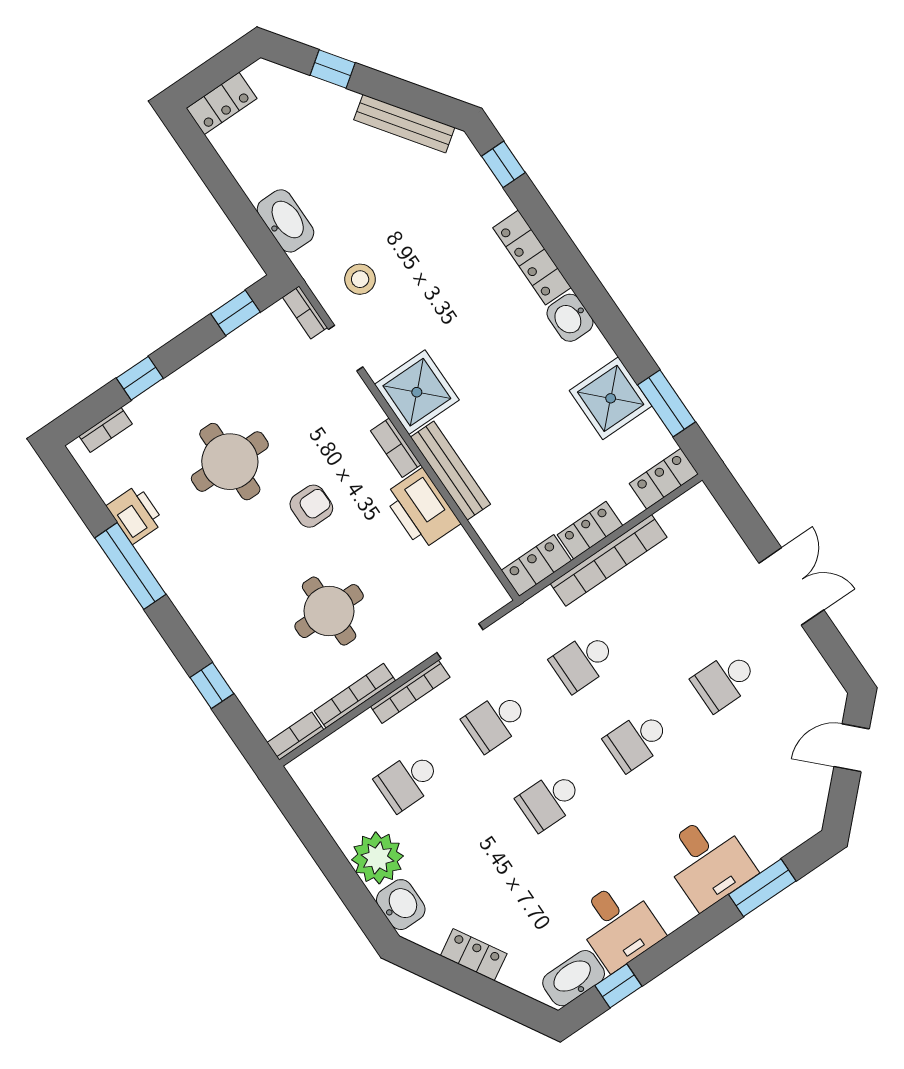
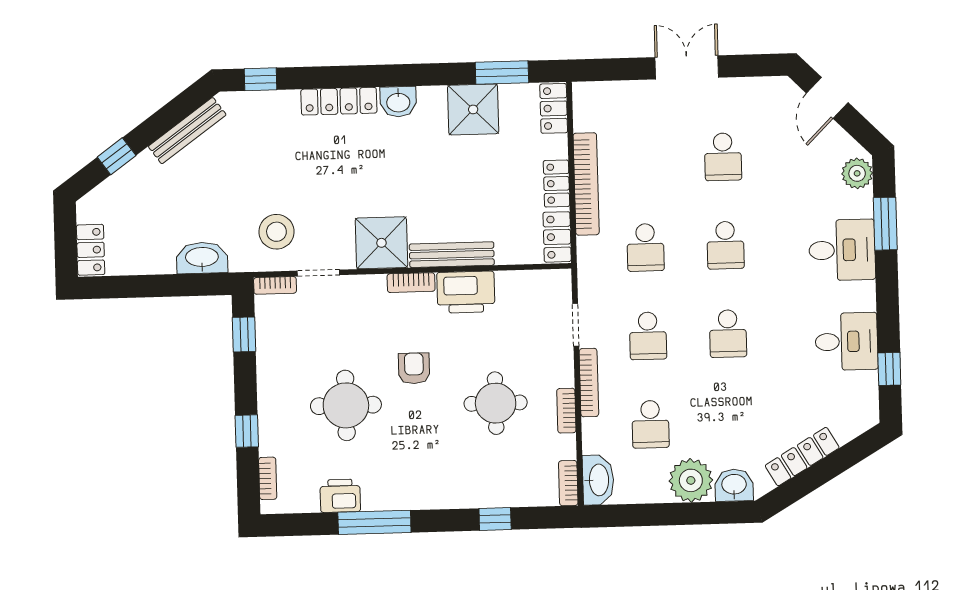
stool: (360, 279) -> (276, 232), width x1.38, depth x1.38
bookcase: (355, 696) -> (566, 411), width x0.64
plant: (795, 827) -> (857, 173), added
locker: (474, 955) -> (802, 457), width x1.53
washbasin: (574, 978) -> (598, 480), moved, turned 180

